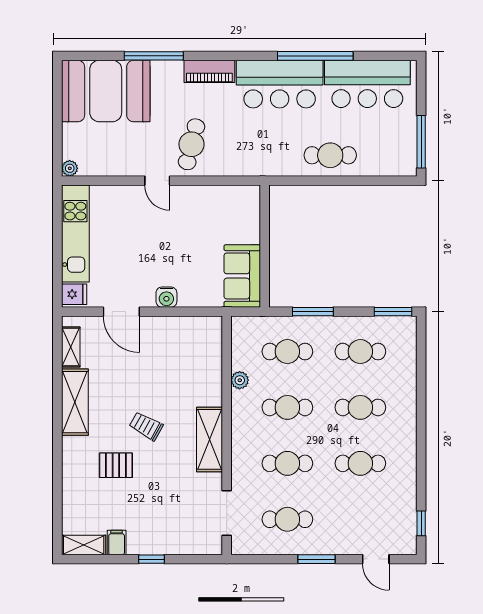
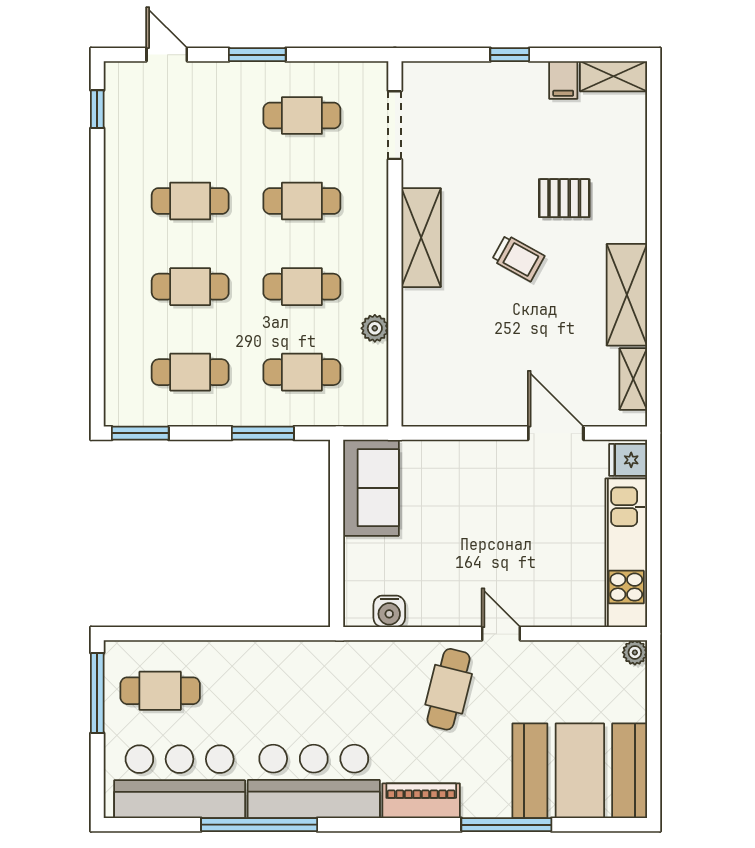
cafe table: (330, 155) -> (160, 691), moved
water cooler: (166, 297) -> (389, 611), moved, turned 180

